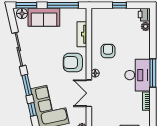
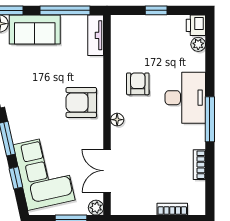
tv unit: (82, 34) -> (96, 35), moved
desk: (137, 75) -> (185, 98), moved
double door: (89, 93) -> (107, 171), moved

